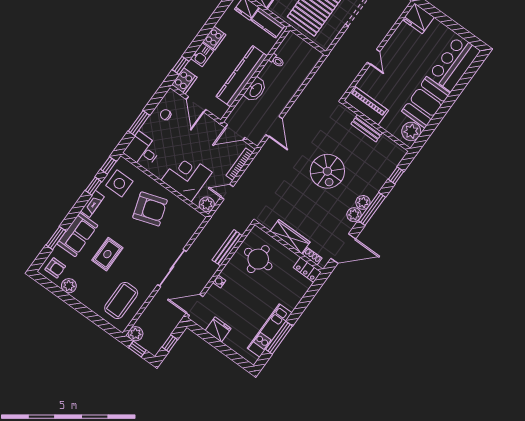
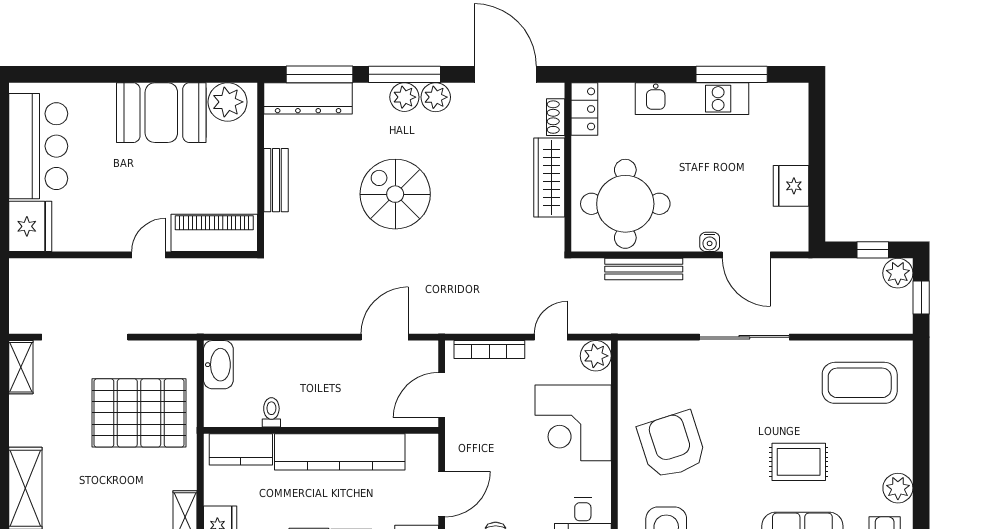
kitchen counter: (268, 23) -> (241, 449), moved, turned 90
bar counter: (454, 63) -> (38, 146), moved, turned -90
washbasin: (255, 90) -> (218, 365), moved, turned 90
piano: (366, 106) -> (214, 233), moved, turned 90
door: (235, 132) -> (442, 395), swing flipped
dresser: (390, 164) -> (308, 98), added
spiral stairs: (327, 171) -> (395, 194), turned -90
window: (396, 175) -> (319, 74), width x2.17
door: (227, 192) -> (551, 337), swing flipped
round table: (258, 259) -> (625, 204), width x1.36, depth x1.36
door: (195, 305) -> (746, 255), moved
kitchen unit: (270, 331) -> (692, 99), moved
plant: (136, 334) -> (898, 273), moved

